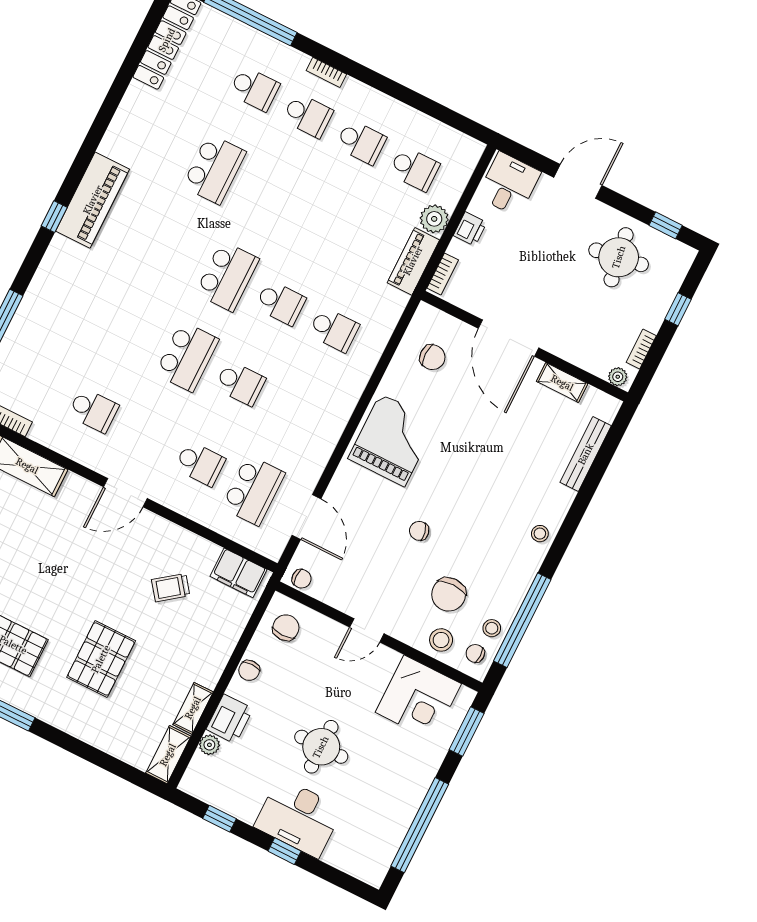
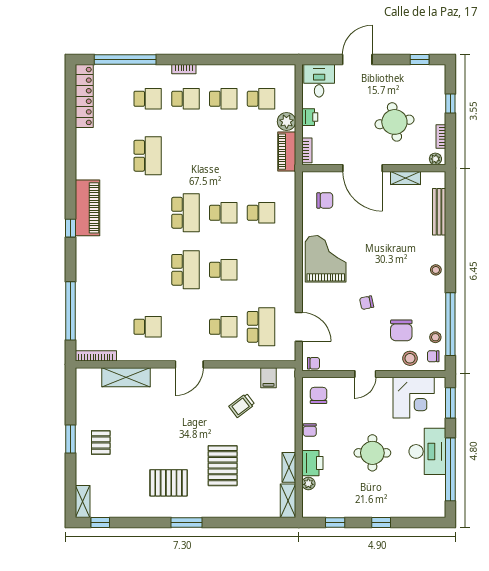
round table: (619, 257) -> (394, 122), moved
filing cabinet: (239, 573) -> (268, 378), width x0.50
desk: (298, 817) -> (427, 451), moved, turned -90

